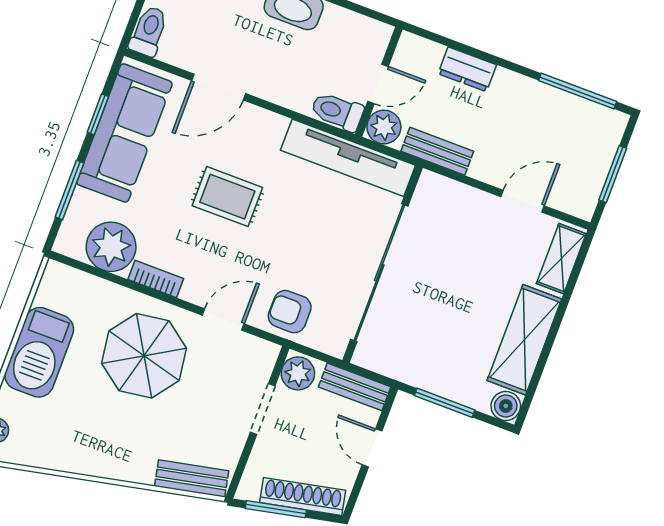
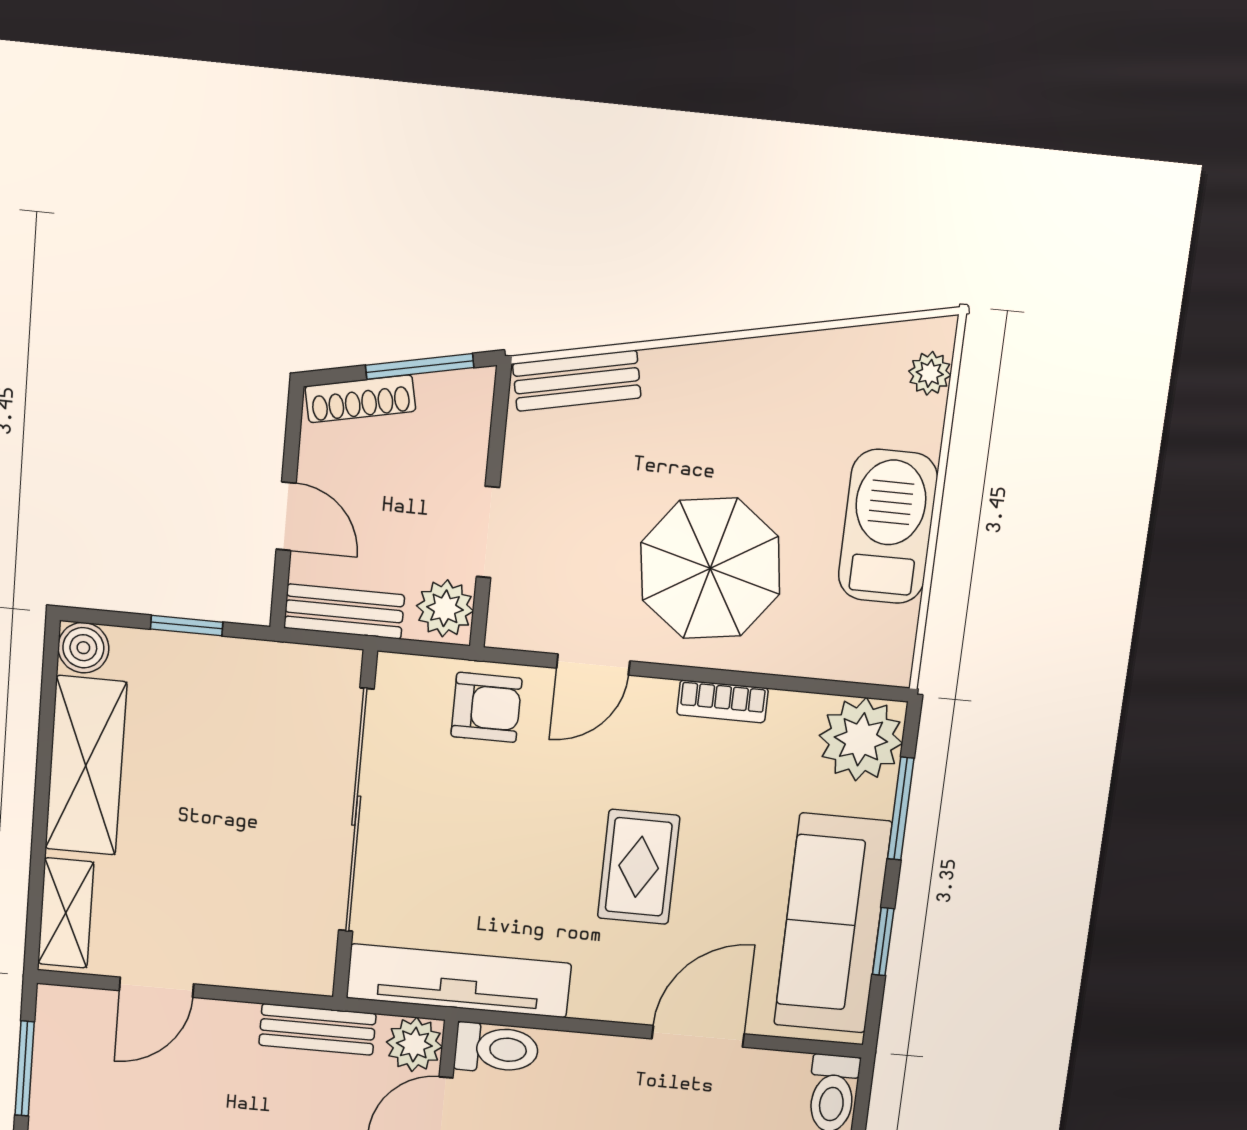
rug: (227, 197) -> (639, 867), turned 90
plant: (111, 247) -> (861, 739), moved
window: (445, 403) -> (187, 626), width x0.67
shoe rack: (303, 496) -> (360, 399), width x0.74, depth x0.81

